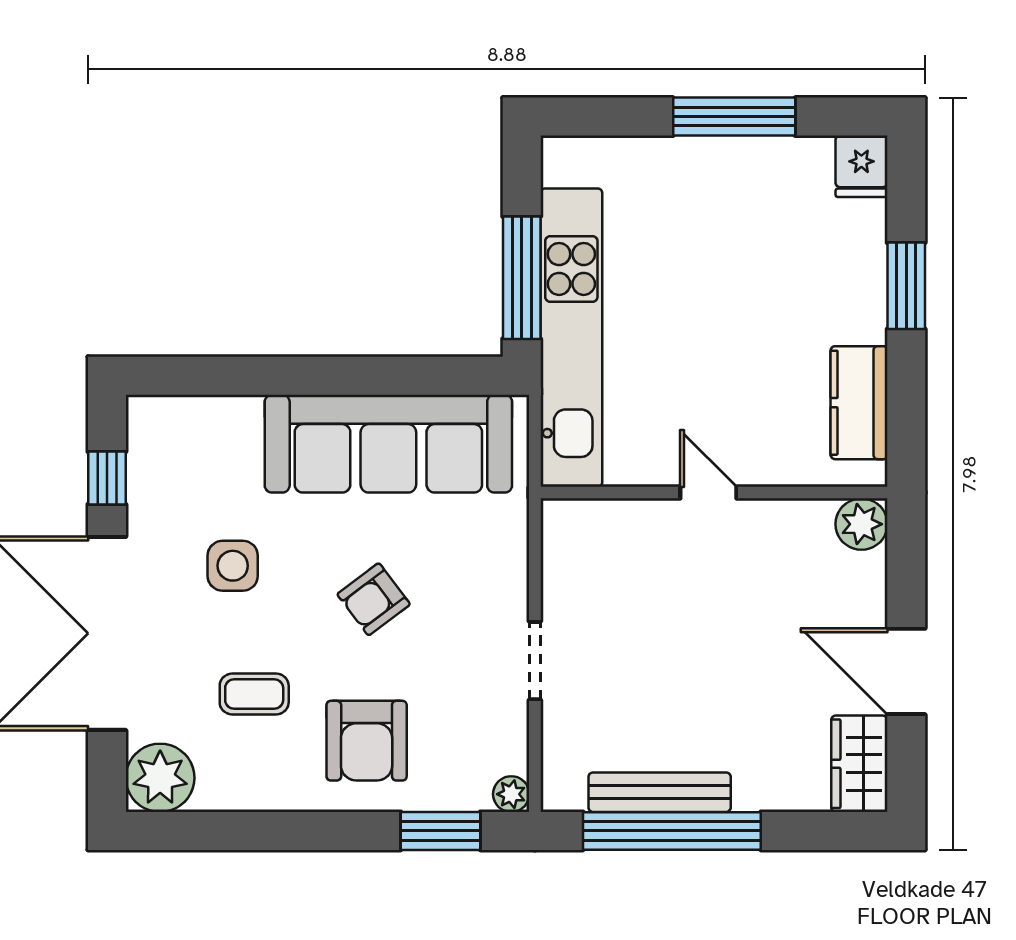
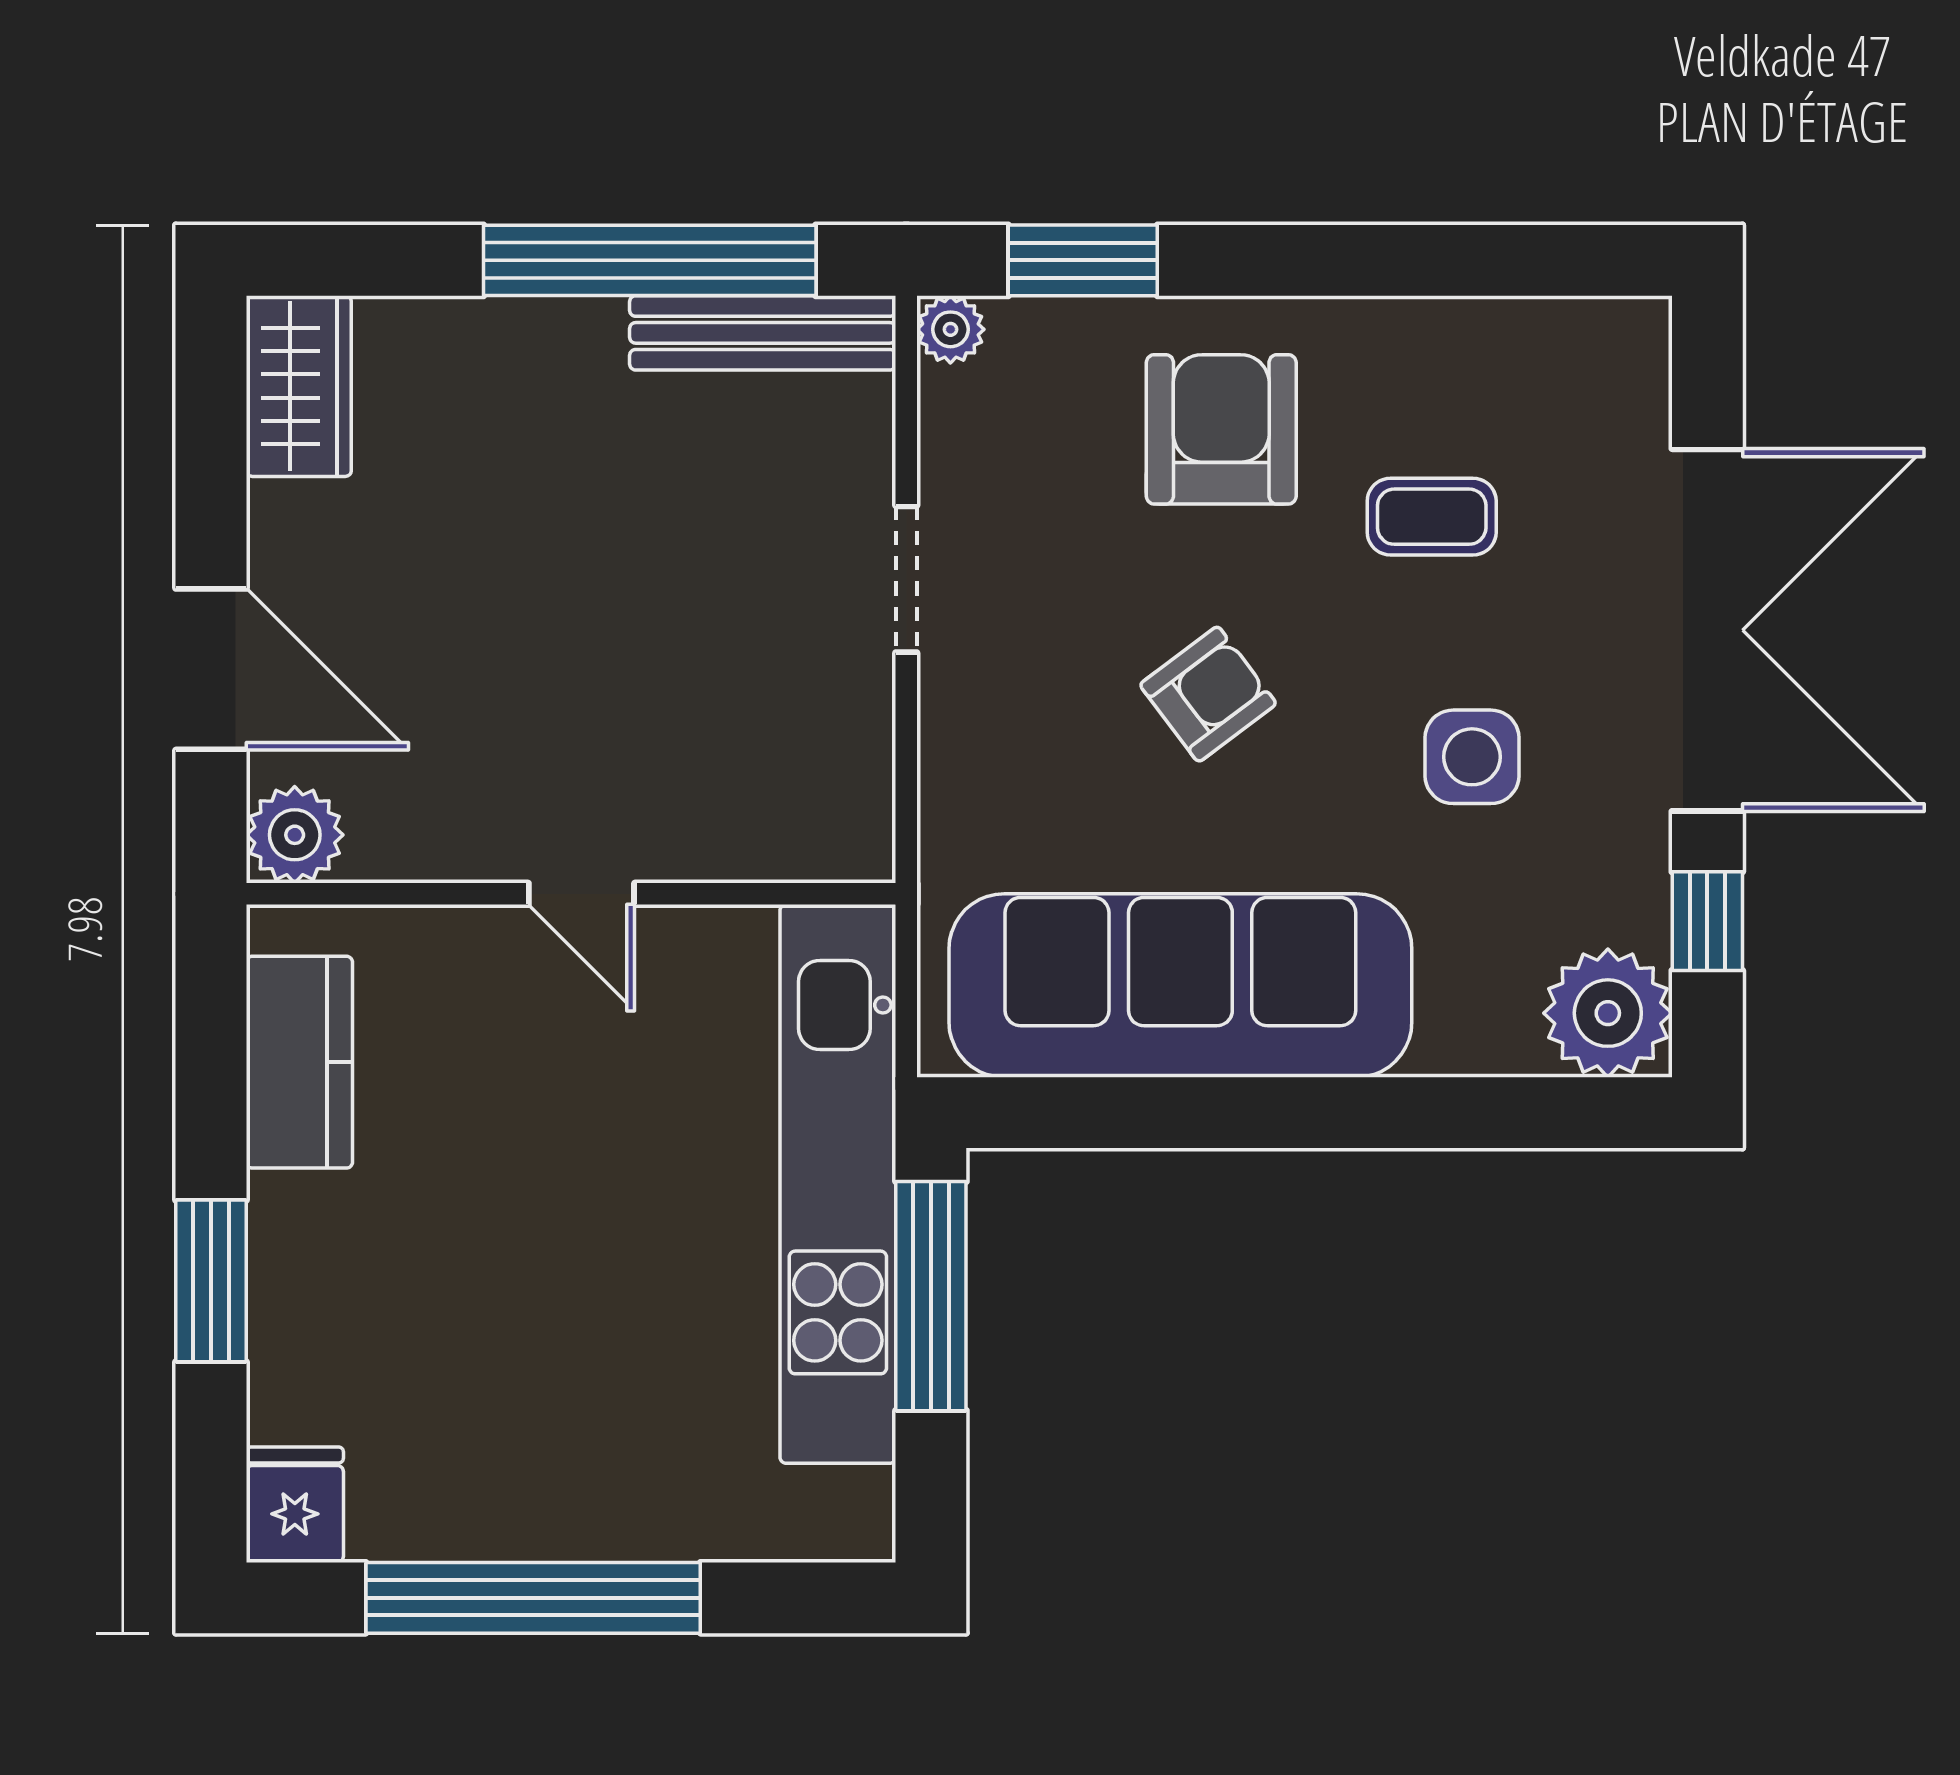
window: (734, 117) -> (533, 1598), width x1.46
door: (906, 671) -> (211, 669), moved
plant: (160, 778) -> (1608, 1013), moved
bench: (660, 792) -> (763, 333), moved

